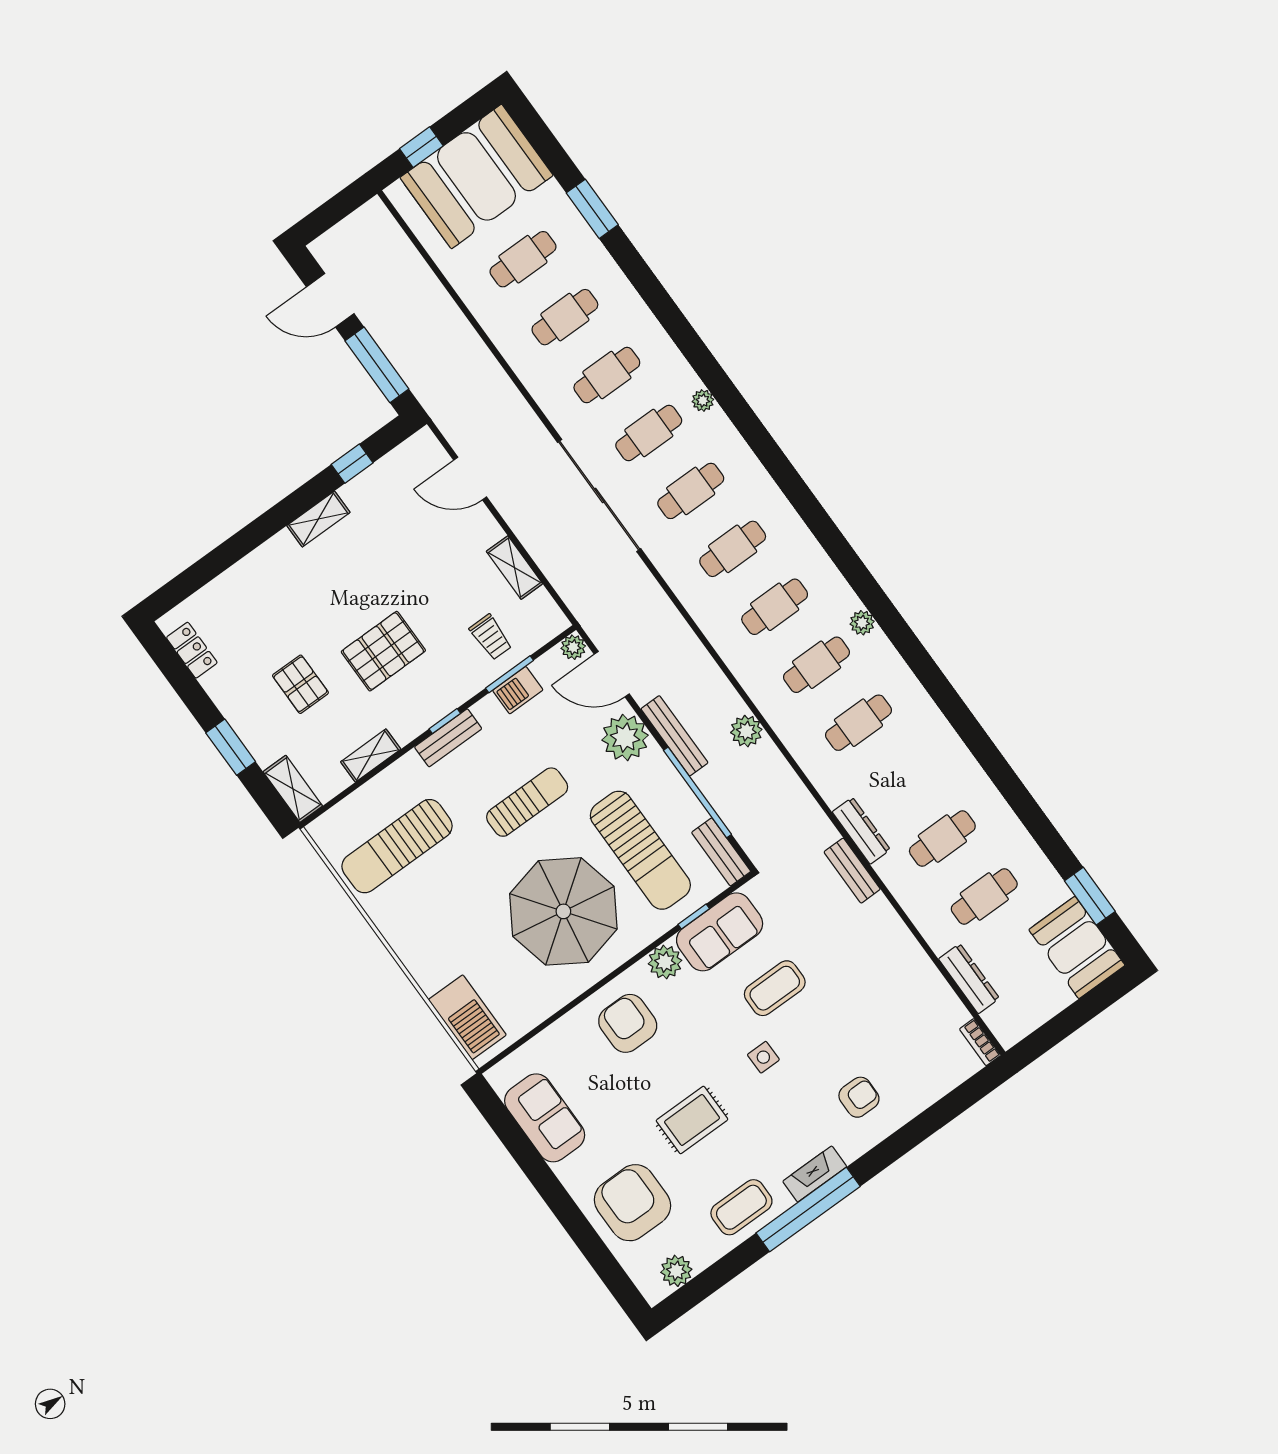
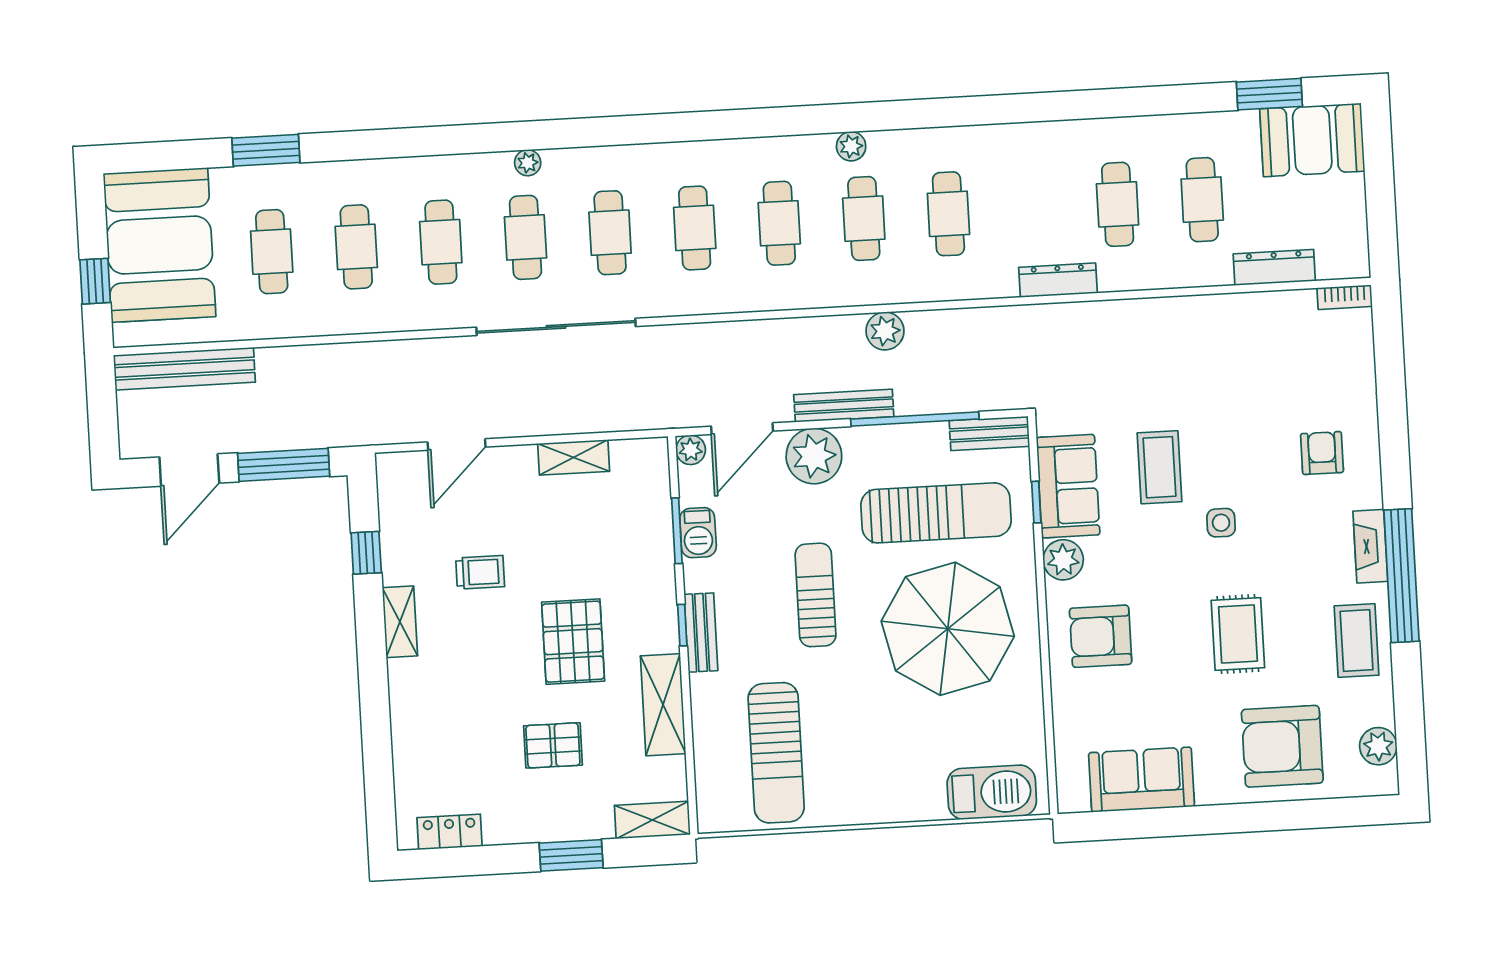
trolley: (491, 637) -> (480, 572), moved
shelving: (371, 756) -> (663, 705), width x1.50, depth x1.33
bench: (852, 871) -> (184, 369), moved, width x1.86, depth x1.21

